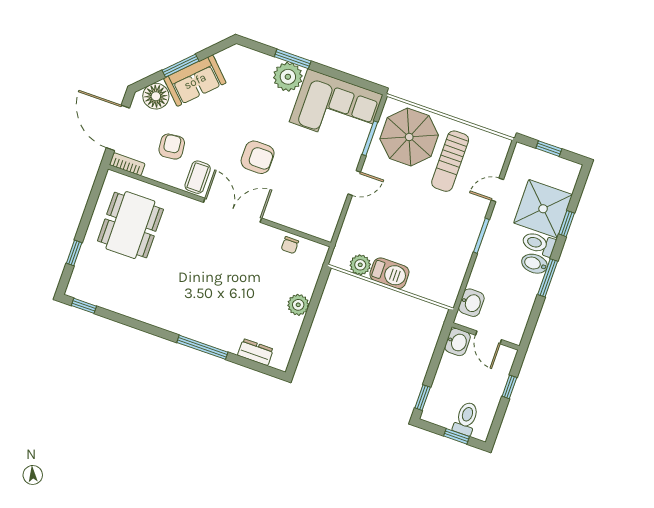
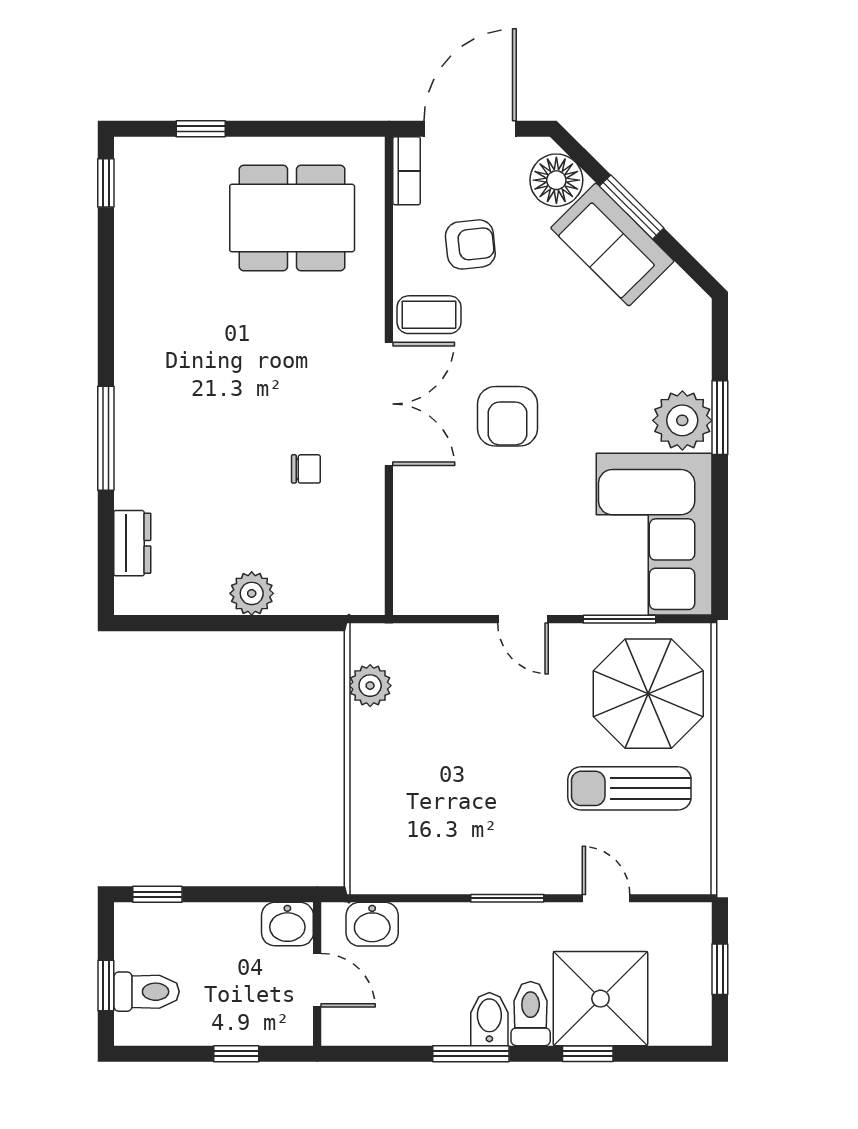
chair: (290, 245) -> (306, 469), moved, turned 180
barbecue: (389, 273) -> (374, 747), removed
door: (488, 337) -> (317, 980), swing flipped

